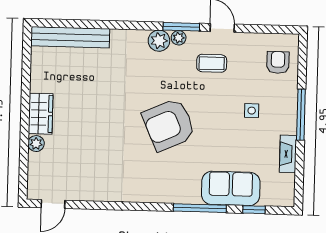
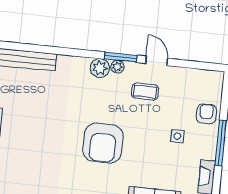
armchair: (278, 62) -> (206, 114), moved
armchair: (169, 125) -> (103, 143), turned -66

